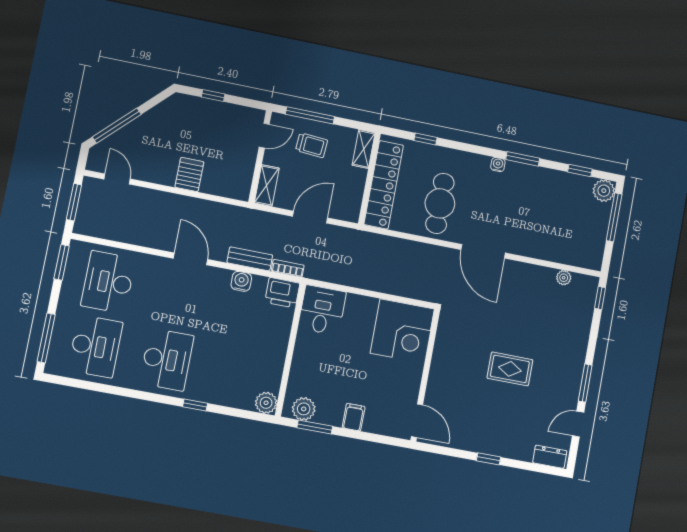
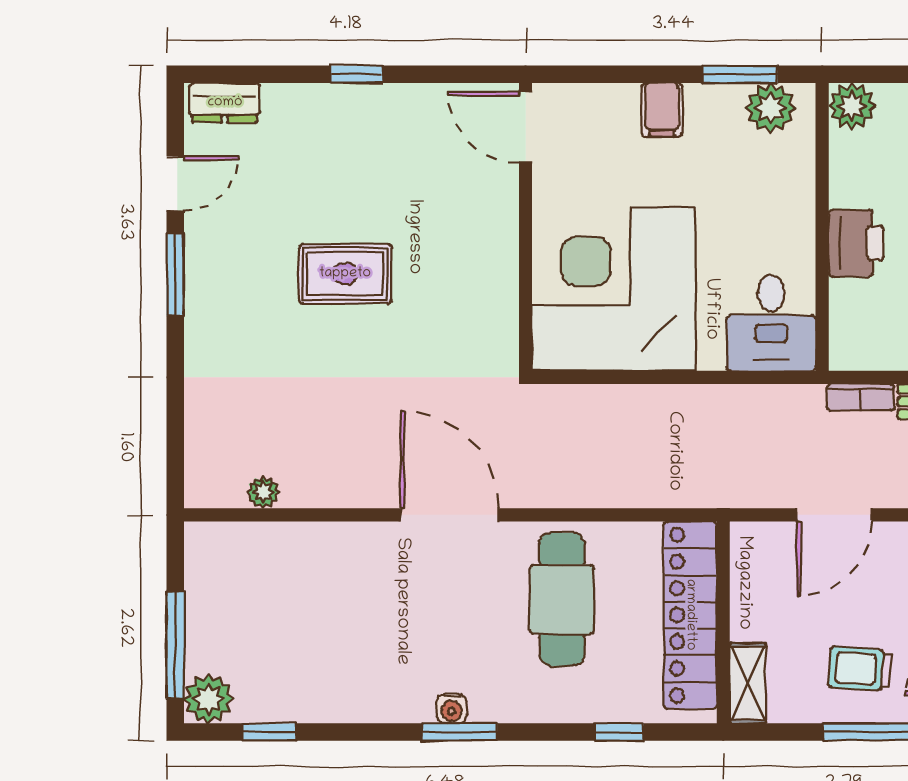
window: (523, 159) -> (460, 732), moved
printer: (282, 293) -> (856, 243), moved, turned 90
window: (600, 298) -> (175, 464), removed
corner desk: (402, 331) -> (614, 289), width x1.36, depth x1.36

